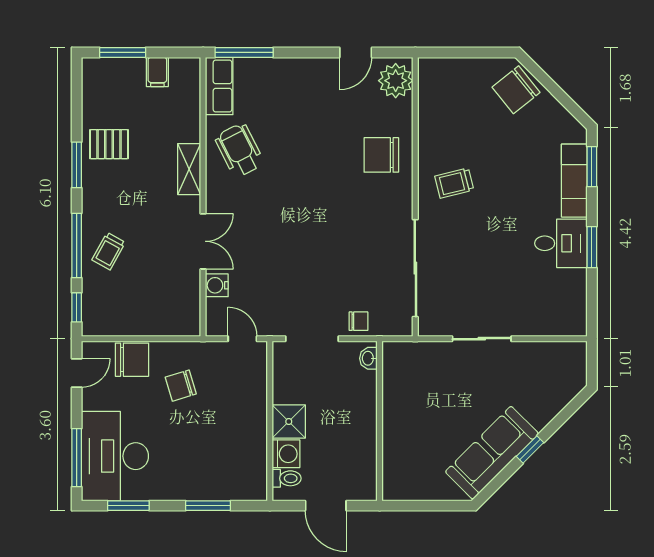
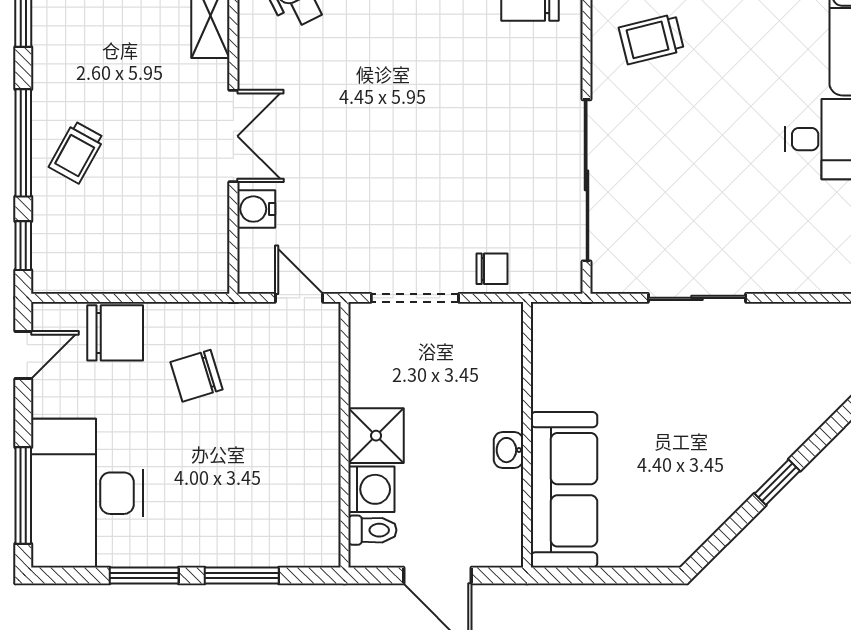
washbasin: (368, 358) -> (508, 450), moved
sofa: (492, 453) -> (564, 490), moved, turned 135
window: (128, 506) -> (144, 576), moved

